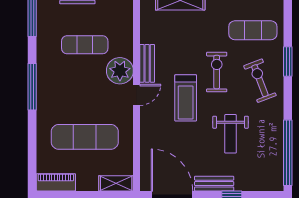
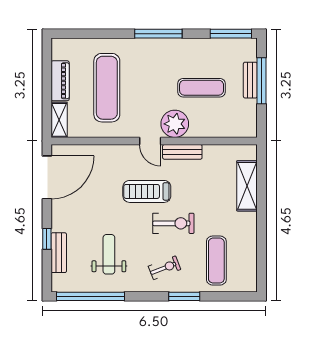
exercise mat: (85, 45) -> (202, 88), turned 90
exercise bike: (260, 81) -> (165, 268), width x0.73, depth x0.72
weight bench: (231, 134) -> (109, 254), moved, turned 90
piano: (56, 182) -> (60, 81), moved
bench: (214, 184) -> (59, 253), moved

